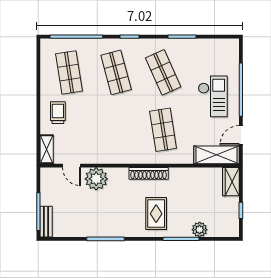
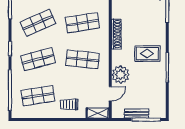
shop shelf: (116, 130) -> (82, 59), added
rug: (156, 214) -> (147, 54), moved
bench: (46, 222) -> (137, 114), moved

